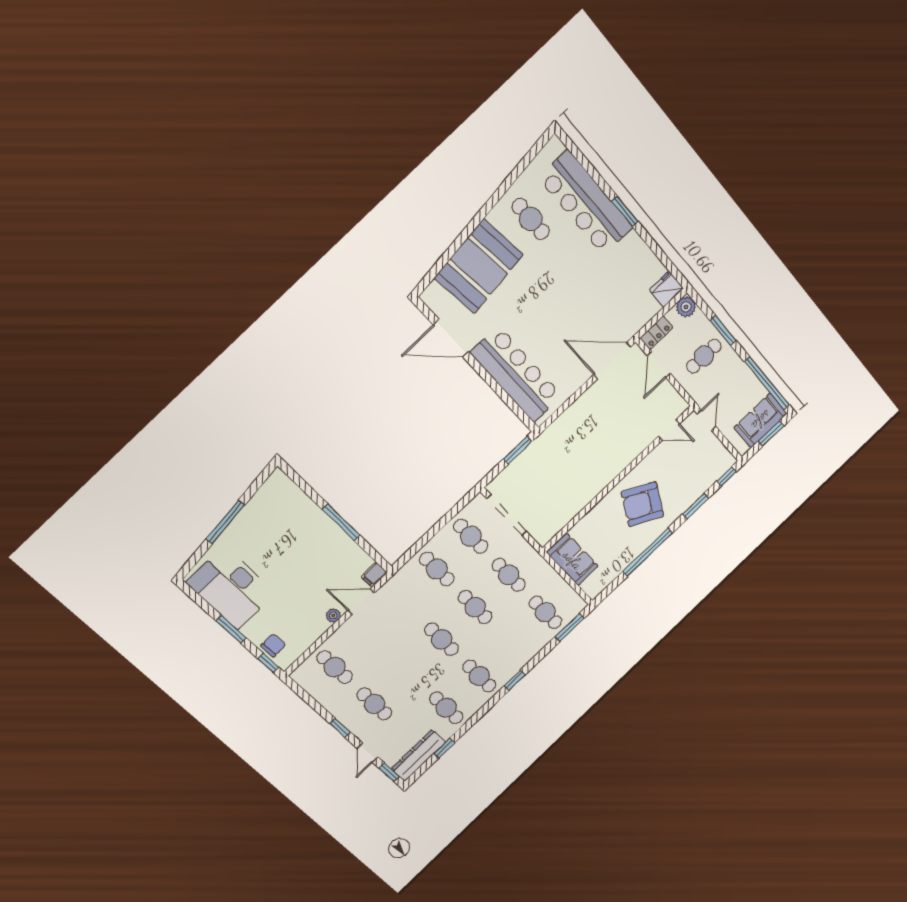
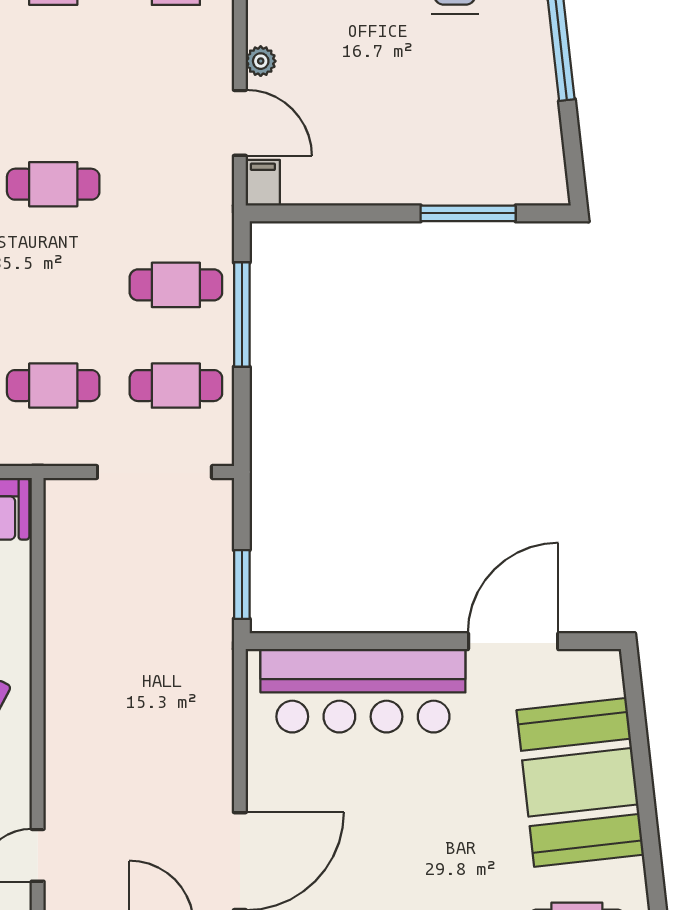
window: (341, 522) -> (468, 213), moved
window: (426, 538) -> (242, 315), added
door: (361, 602) -> (240, 123), hinge flipped
cafe table: (475, 607) -> (53, 285), removed

